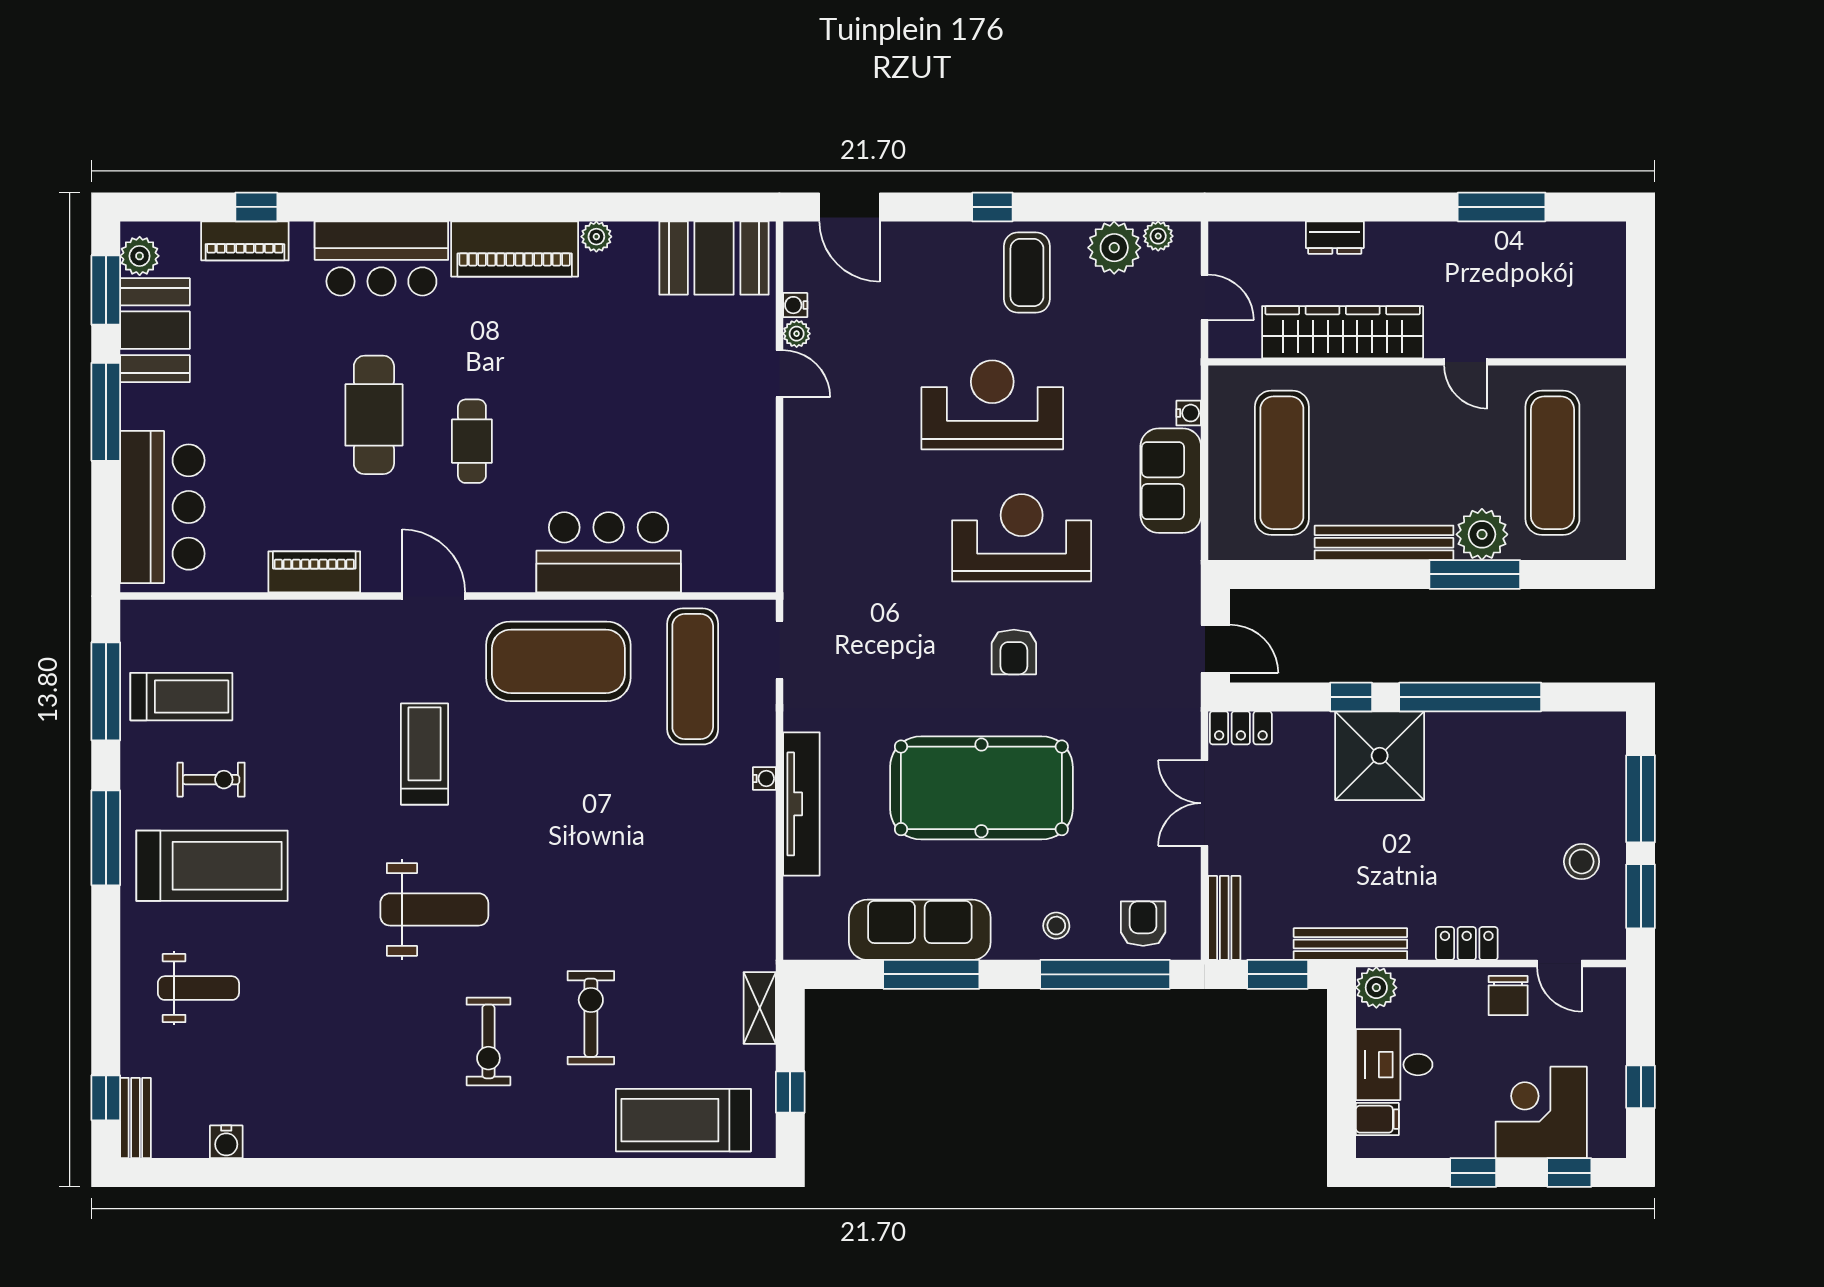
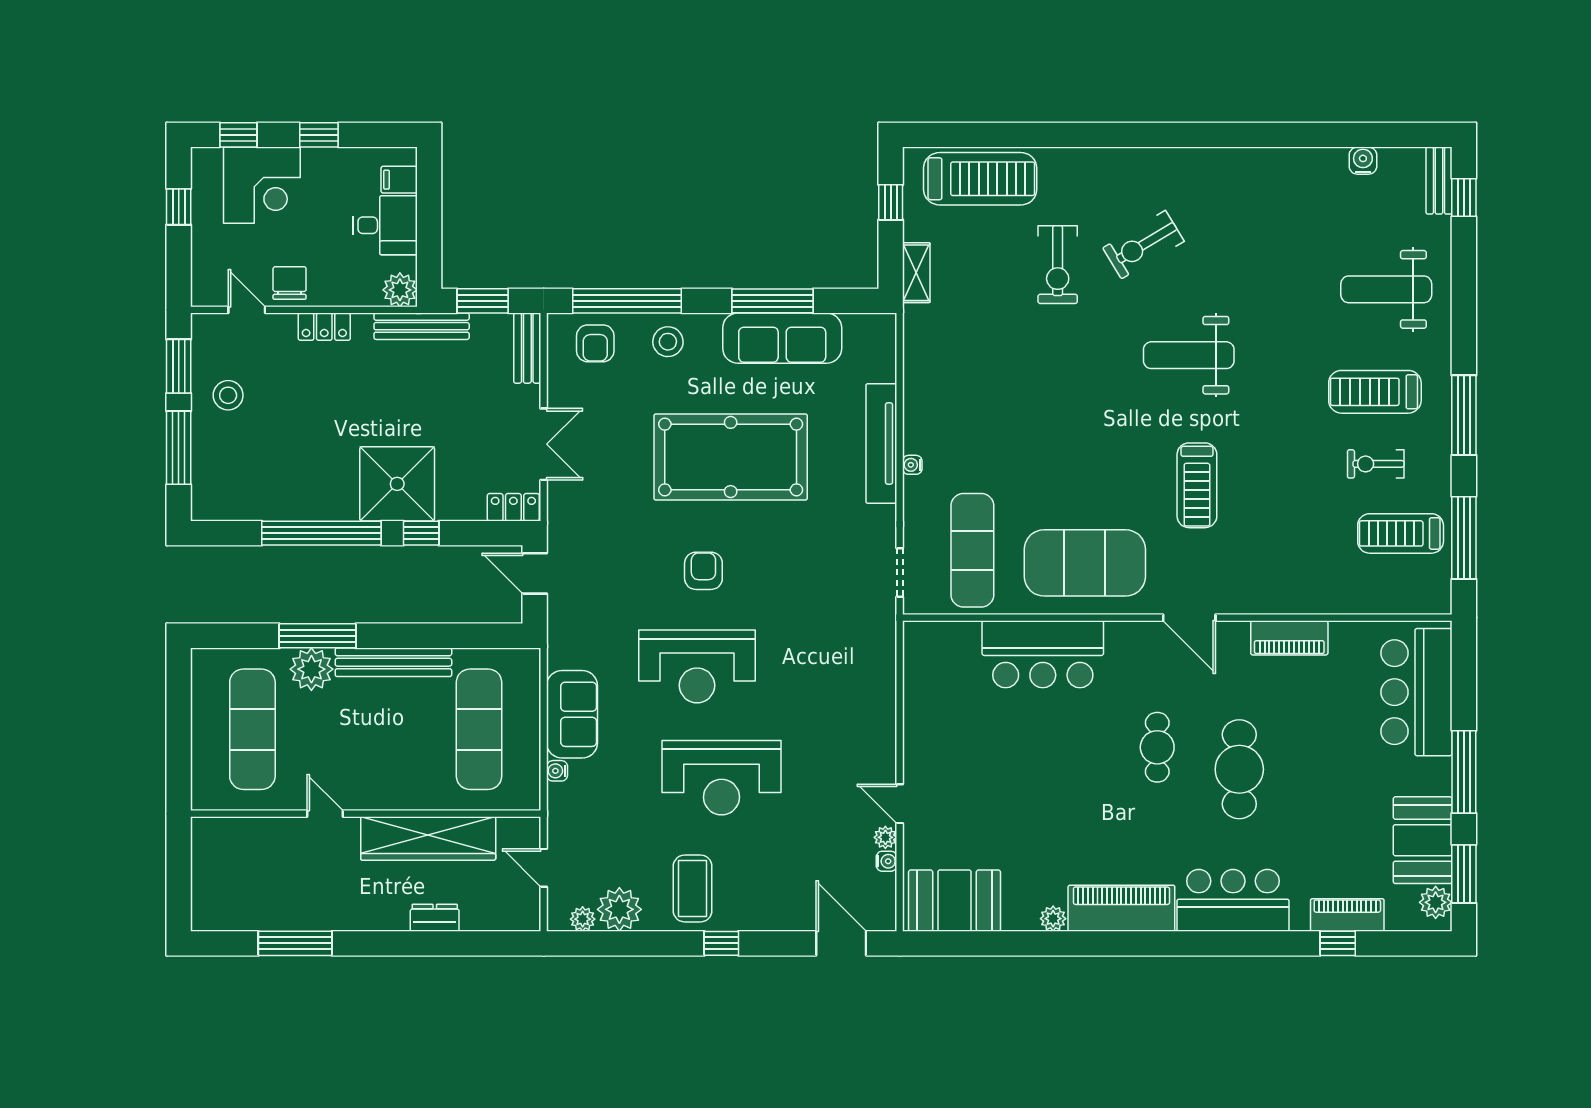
treadmill: (212, 866) -> (1375, 392), width x0.73, depth x0.73
stool: (1056, 926) -> (668, 342), width x1.37, depth x1.37
weight bench: (198, 988) -> (1386, 289), width x1.36, depth x1.33
exercise bike: (488, 1041) -> (1143, 245), turned -121

